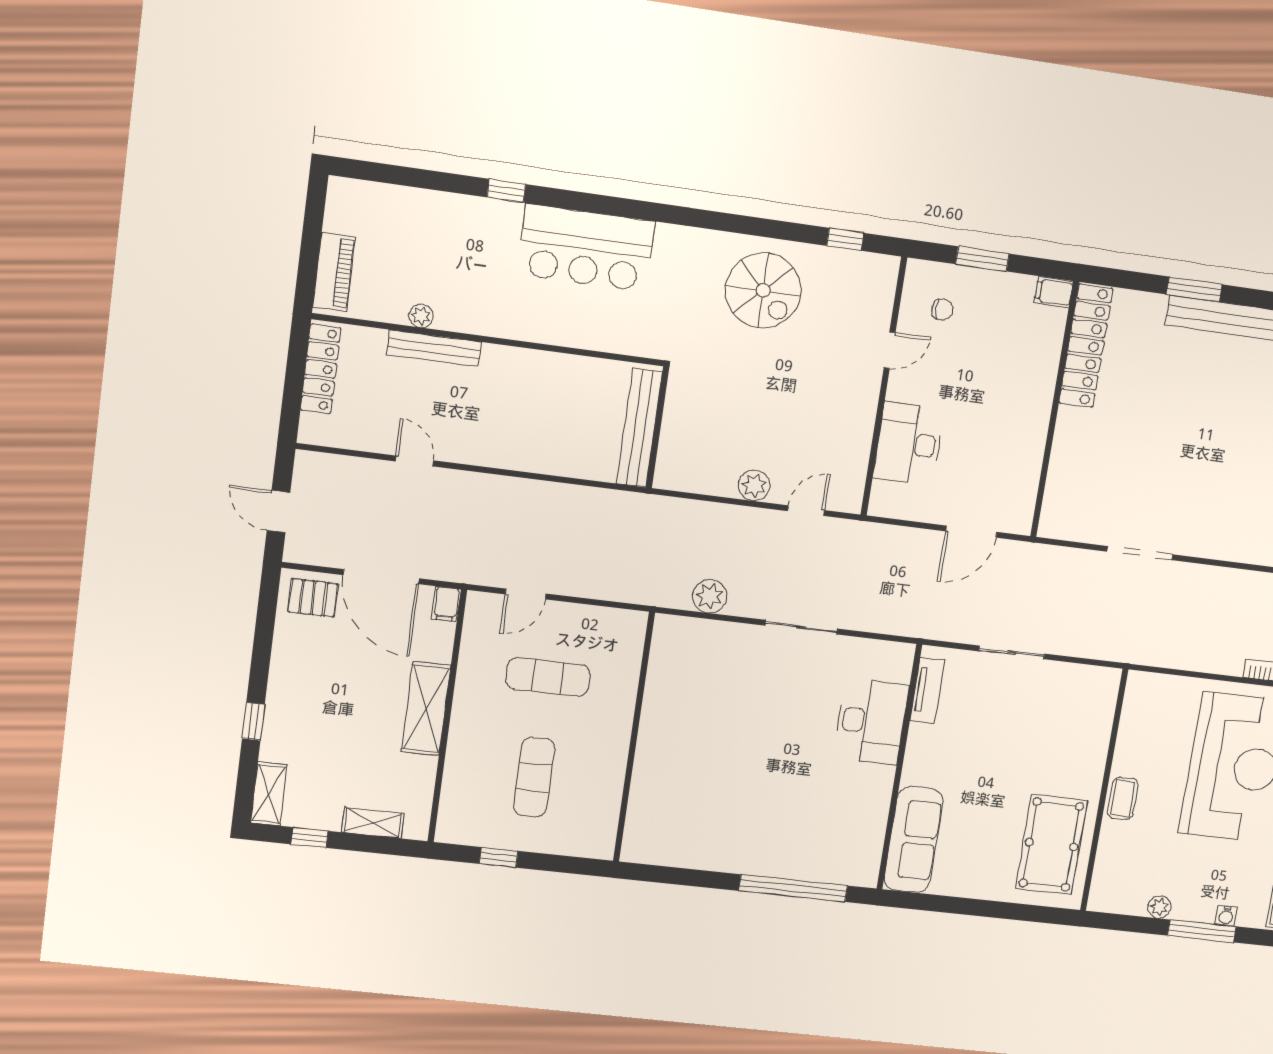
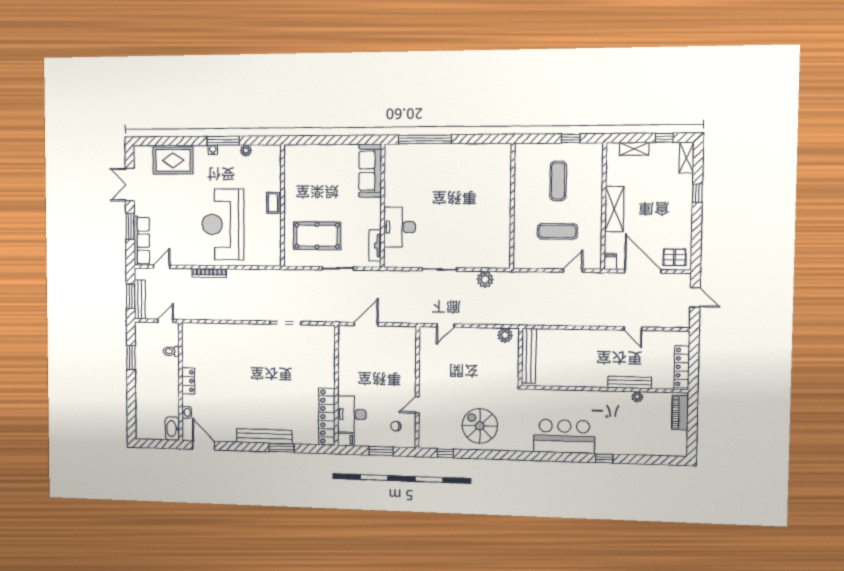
desk: (909, 444) -> (352, 414), moved, turned 180
plant: (754, 486) -> (505, 335), moved
pool table: (1051, 845) -> (317, 236), moved, turned 90

